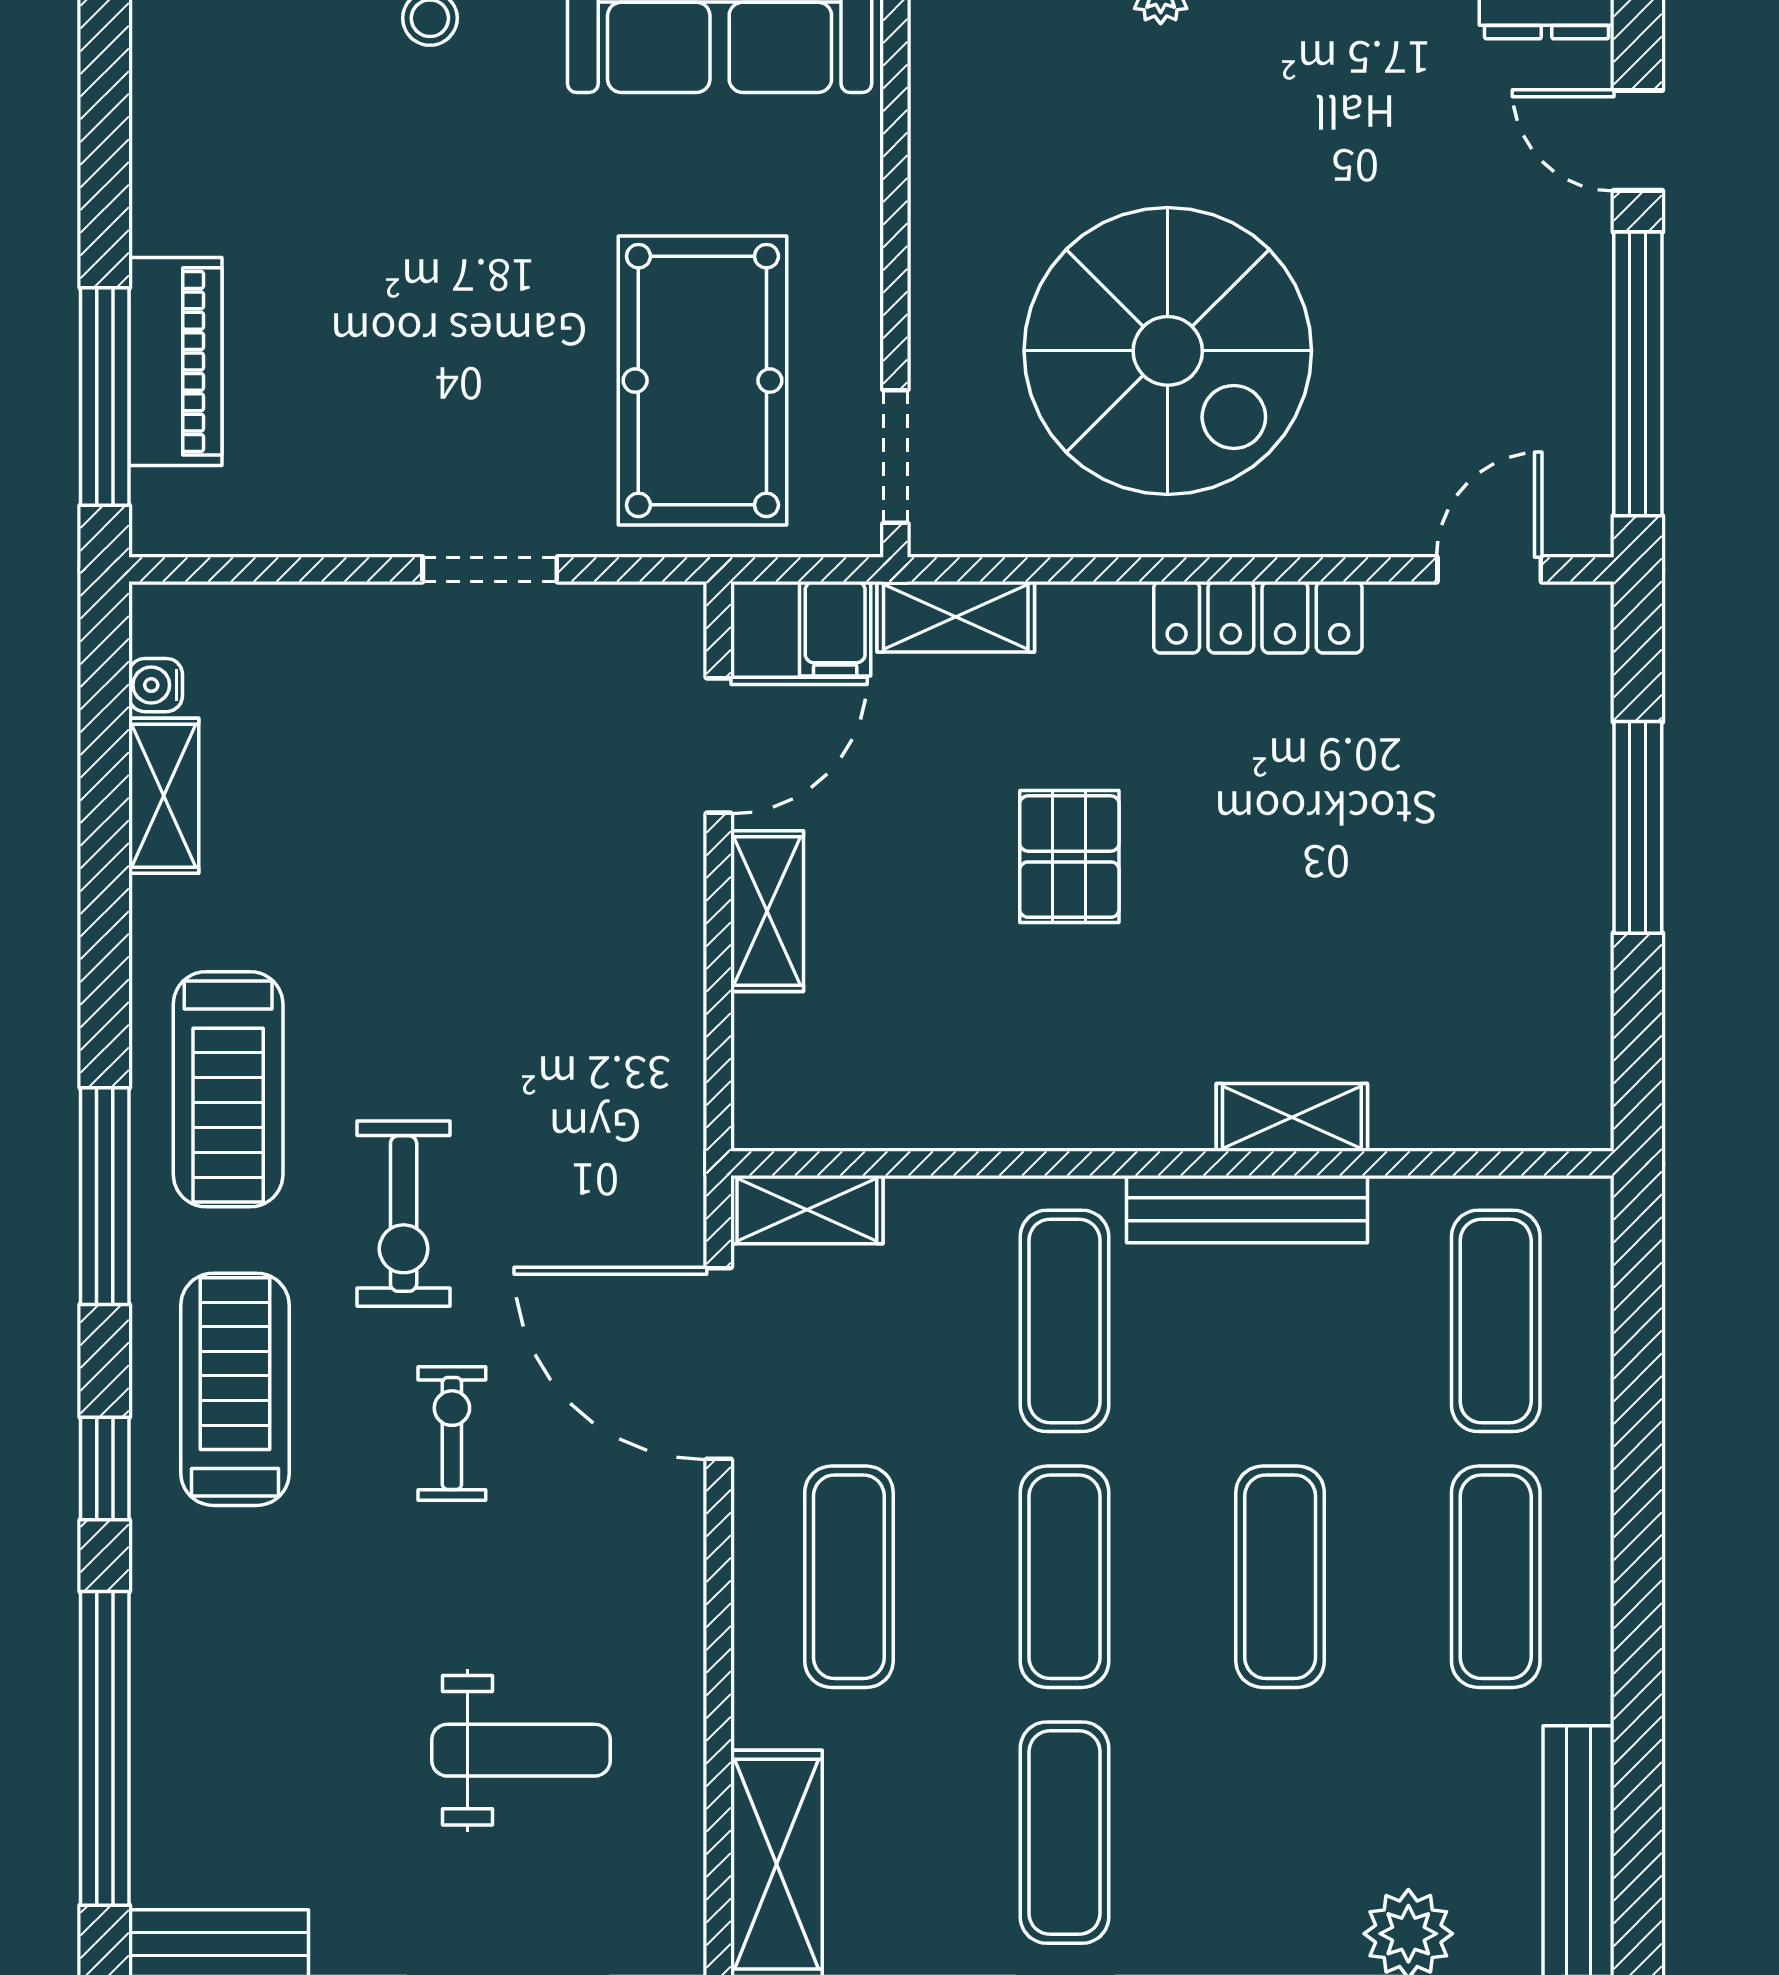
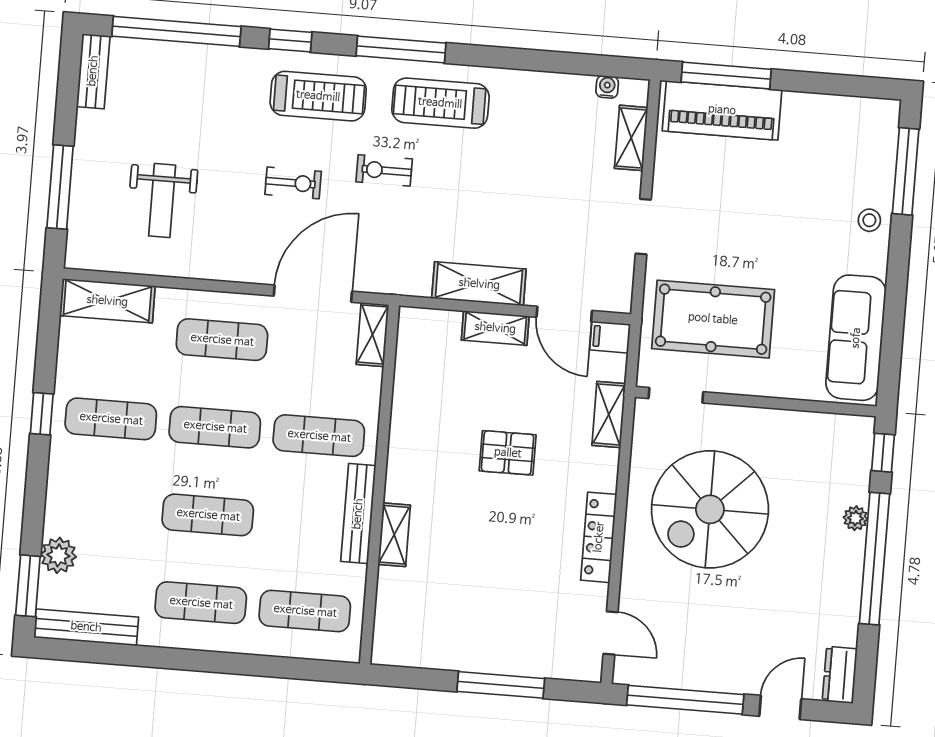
piano: (175, 361) -> (722, 110), width x1.37, depth x1.33
filing cabinet: (835, 629) -> (610, 337), moved
shelving: (164, 796) -> (631, 138), moved, turned 90
shelving: (662, 960) -> (479, 284), added
exercise bike: (404, 1214) -> (384, 170), width x0.73, depth x0.72

